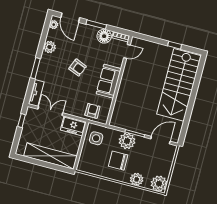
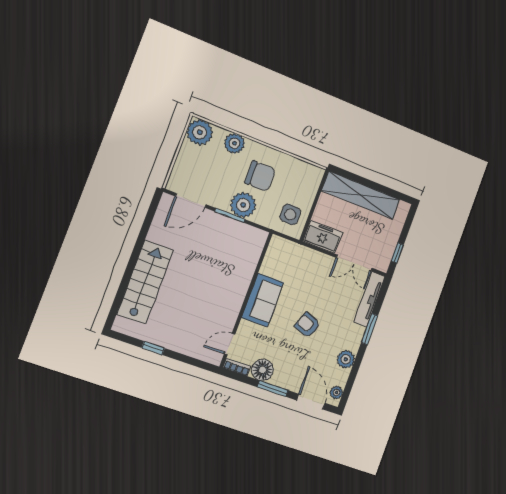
stairs: (179, 85) -> (145, 282), width x0.73, depth x0.66
tv unit: (36, 93) -> (370, 299), width x1.41
armchair: (92, 111) -> (292, 257), removed

